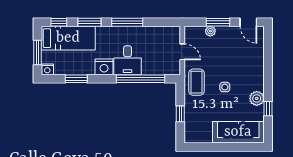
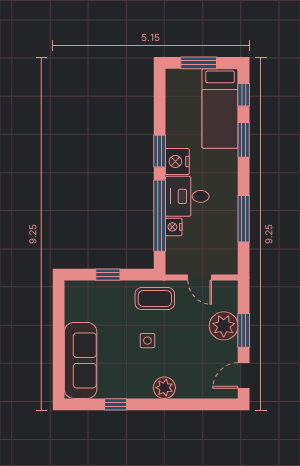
window: (127, 22) -> (244, 219), moved
plant: (210, 31) -> (224, 326), width x1.87, depth x1.87
door: (182, 52) -> (200, 277), hinge flipped
nightstand: (47, 69) -> (174, 227), moved
window: (76, 79) -> (160, 151), moved
plant: (257, 98) -> (164, 388), moved

